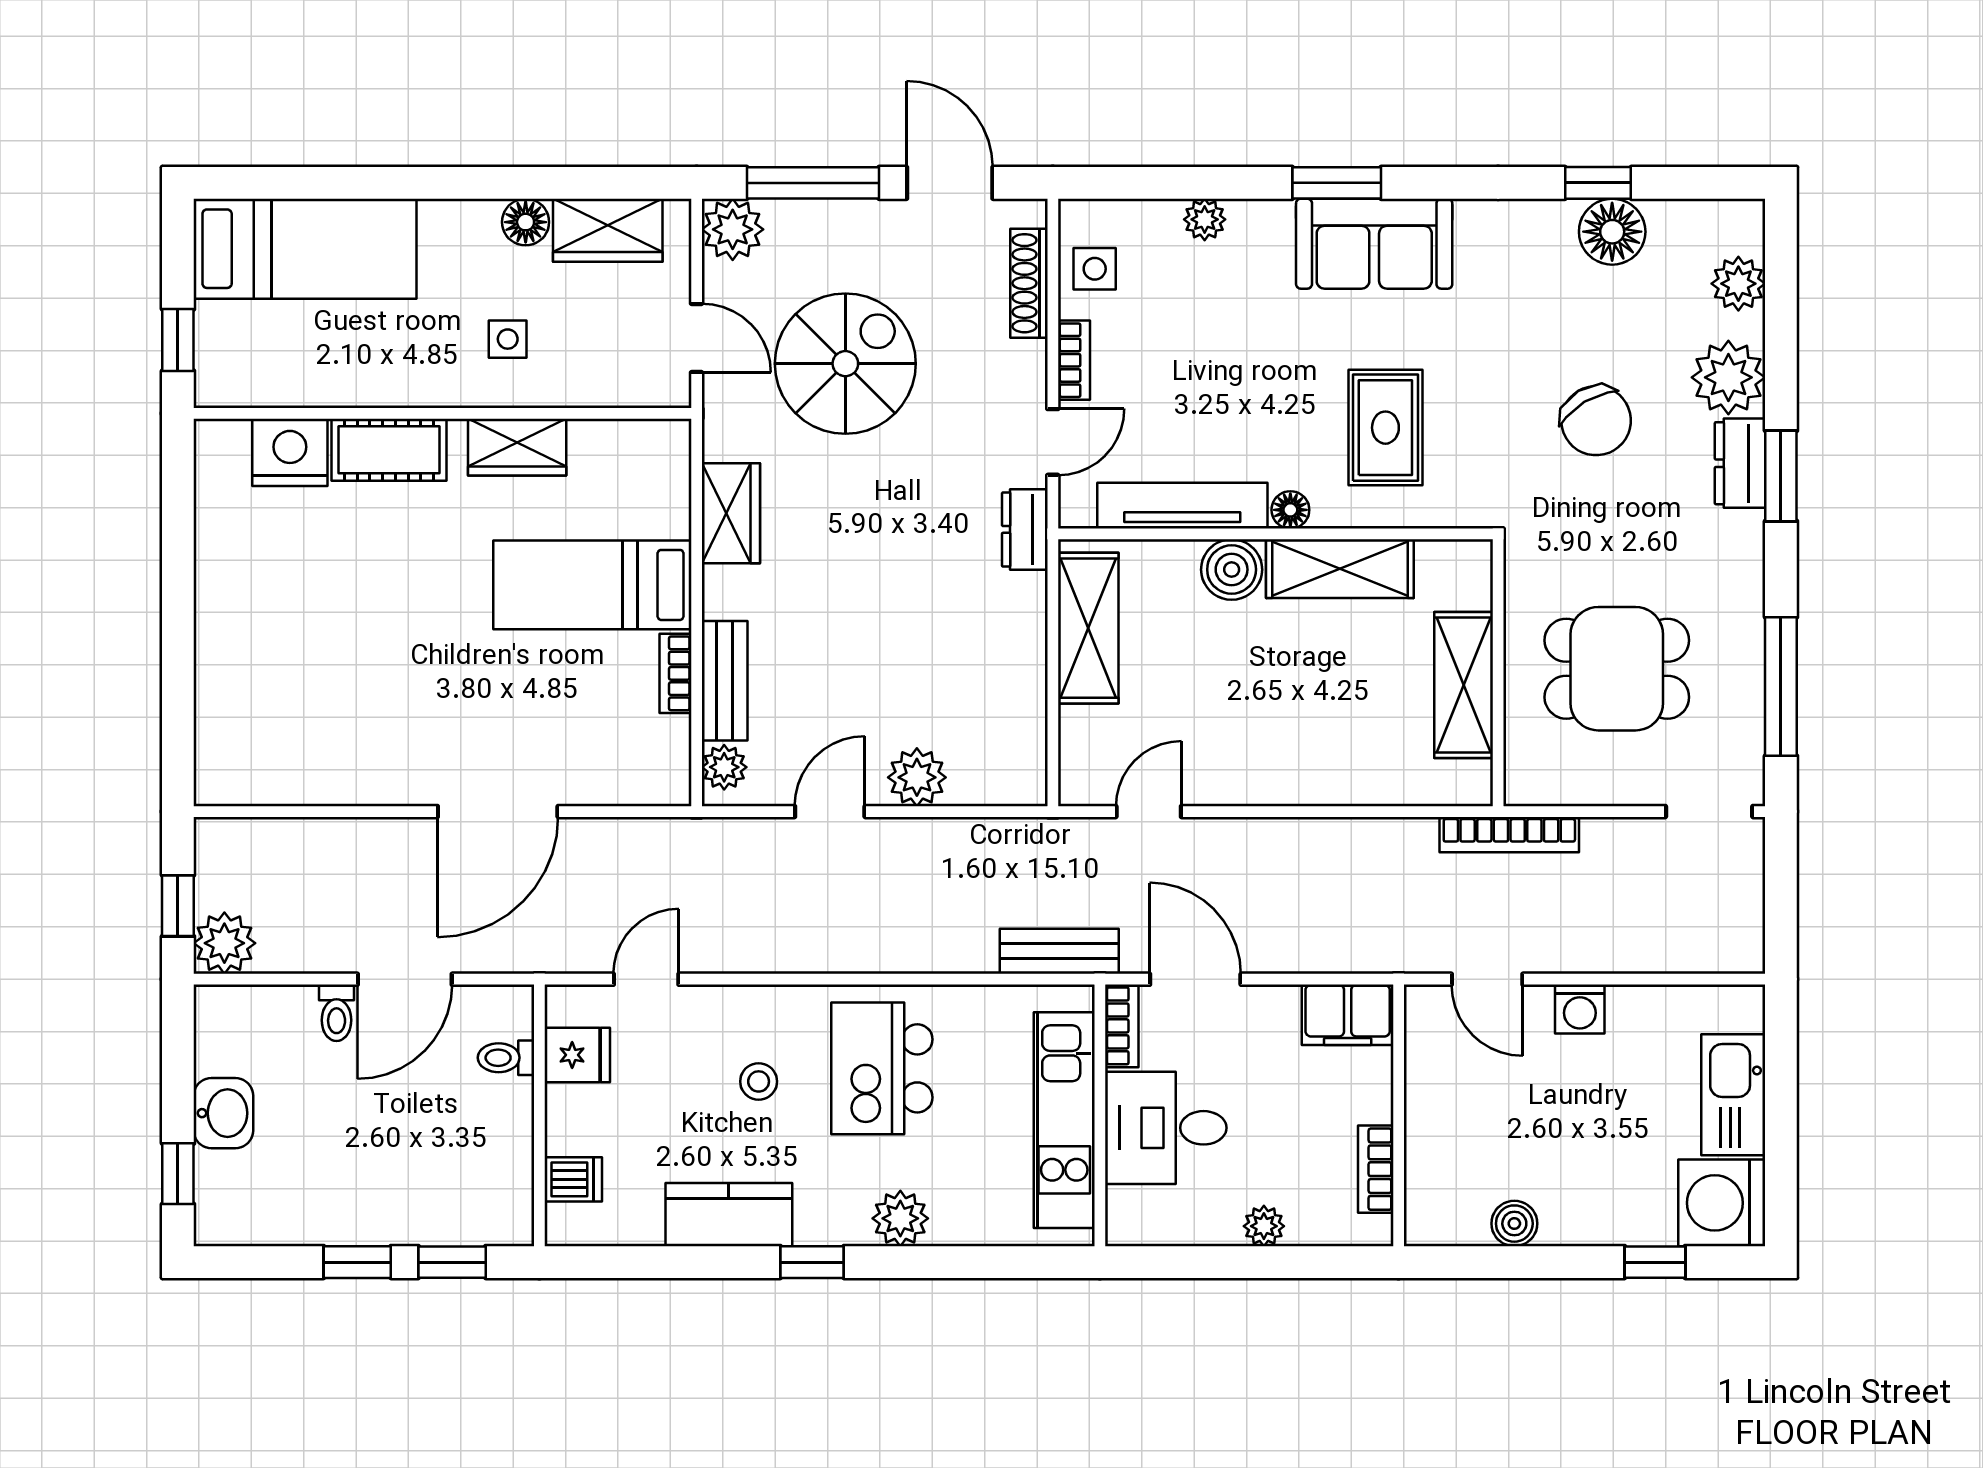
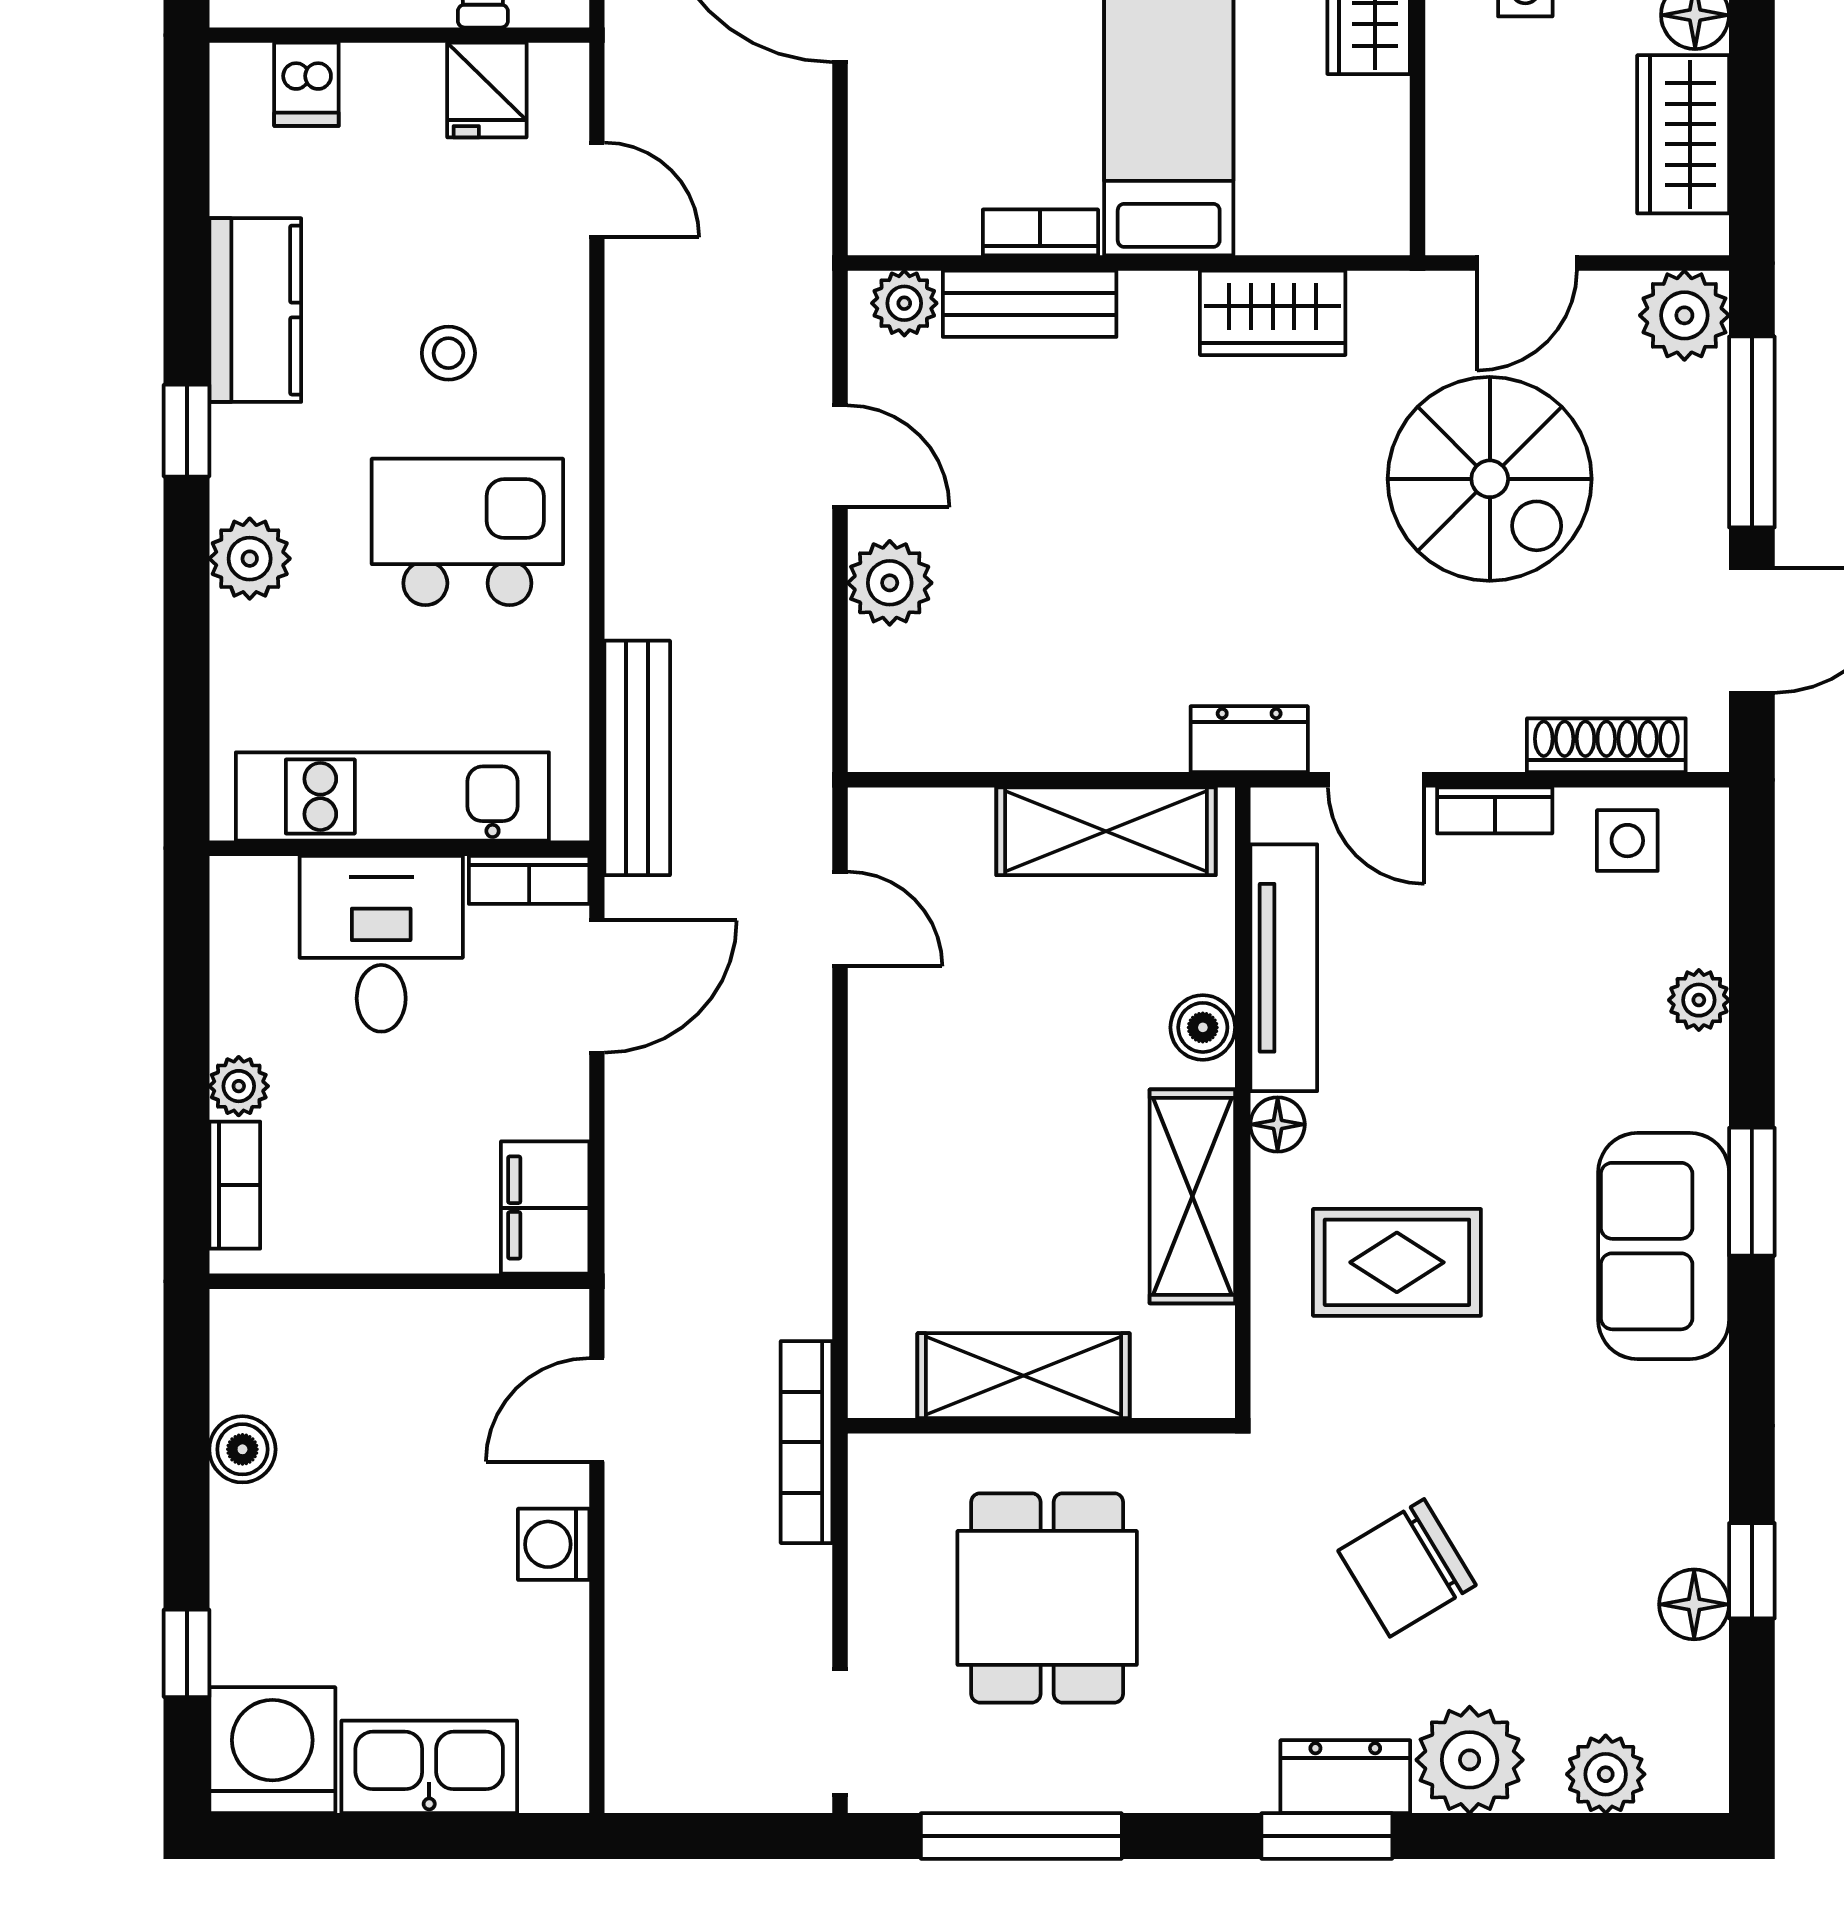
floor lamp: (1612, 232) -> (1694, 1604), width x0.73, depth x0.73
boiler: (1232, 570) -> (1203, 1027), width x0.73, depth x0.73
bench: (1059, 951) -> (637, 758), width x1.36
bookcase: (1376, 1169) -> (235, 1185), moved, turned 90

